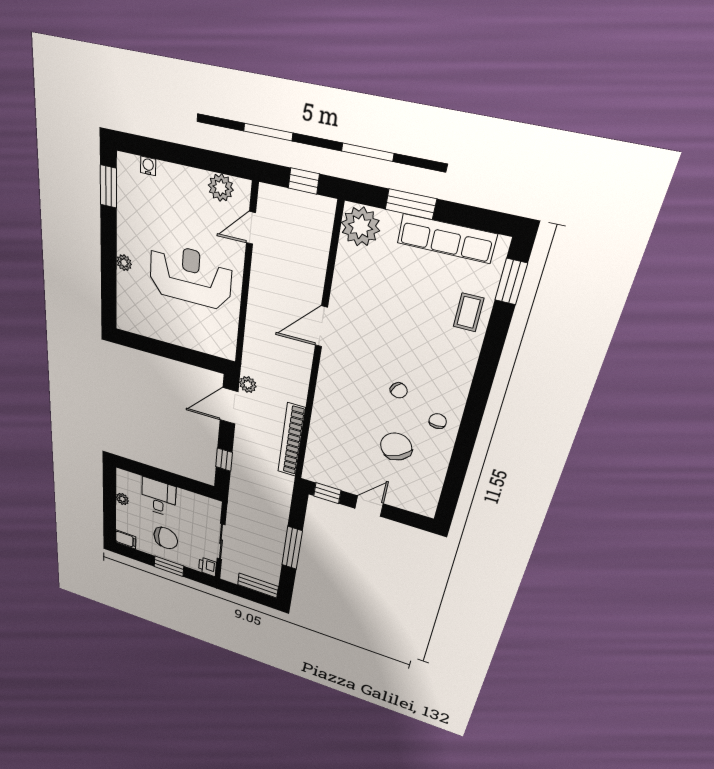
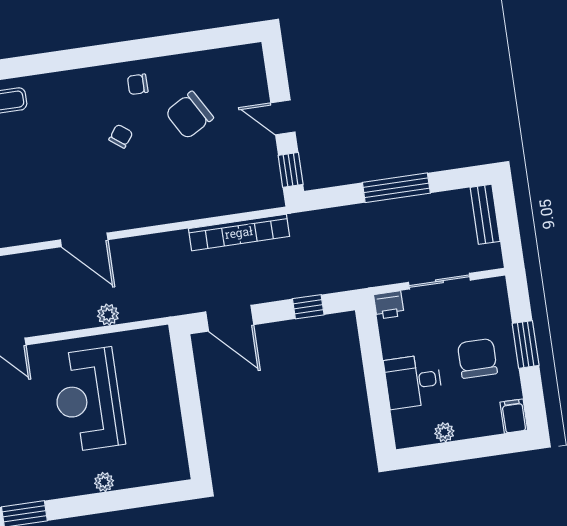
plant: (248, 385) -> (108, 315), moved
printer: (208, 567) -> (389, 305), moved

